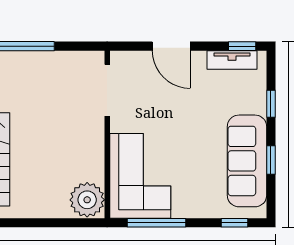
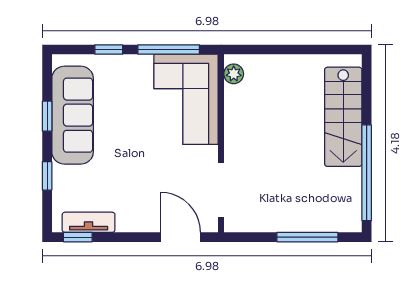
door: (171, 46) -> (180, 237), moved
plant: (87, 200) -> (234, 74), width x0.53, depth x0.53
window: (235, 223) -> (109, 50), moved

